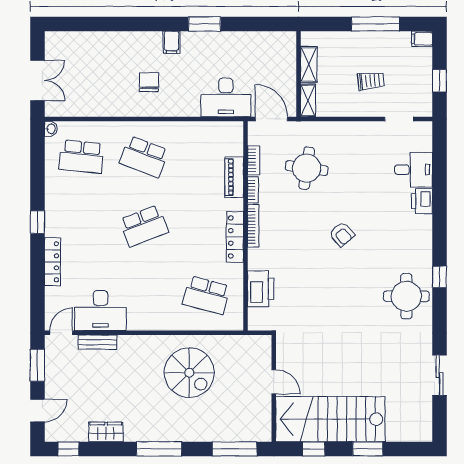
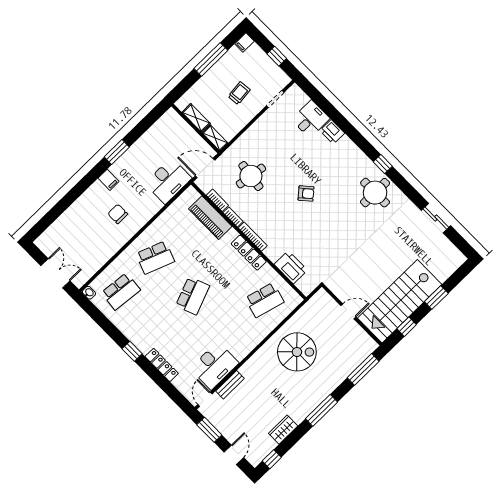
piano: (234, 177) -> (210, 218), width x1.37, depth x1.33

